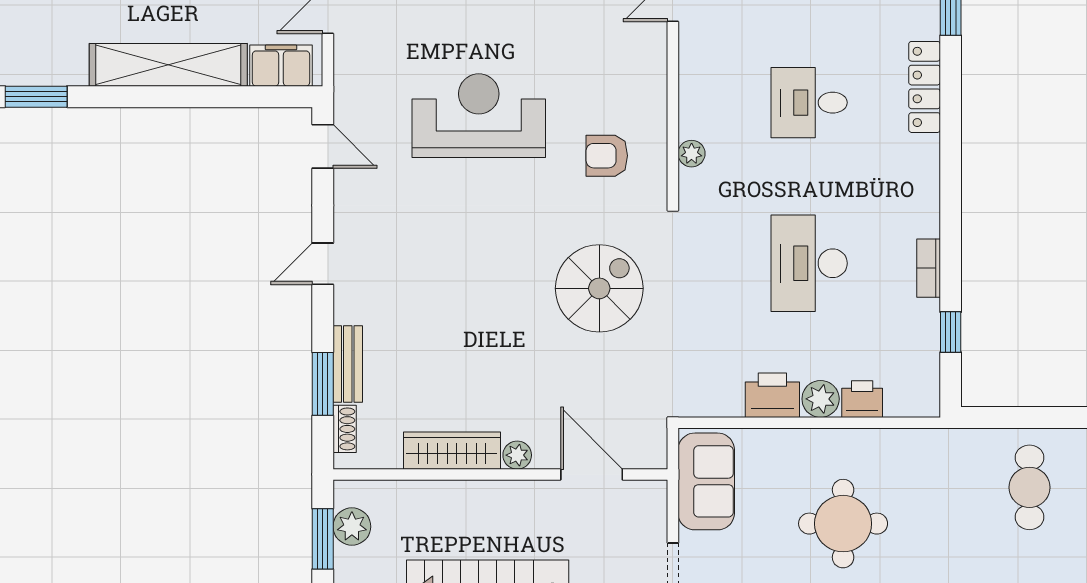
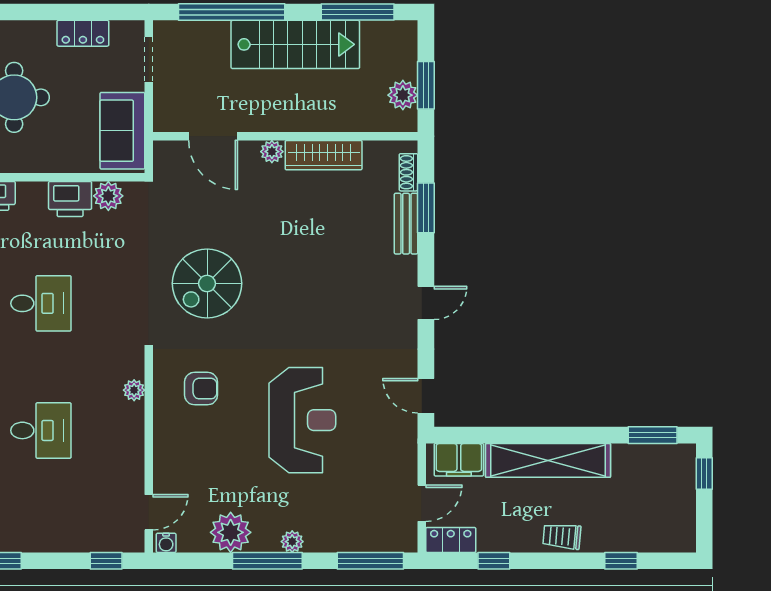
reception desk: (479, 116) -> (302, 420), turned -90
desk: (809, 263) -> (41, 303), width x0.73
plant: (821, 399) -> (108, 196), moved

